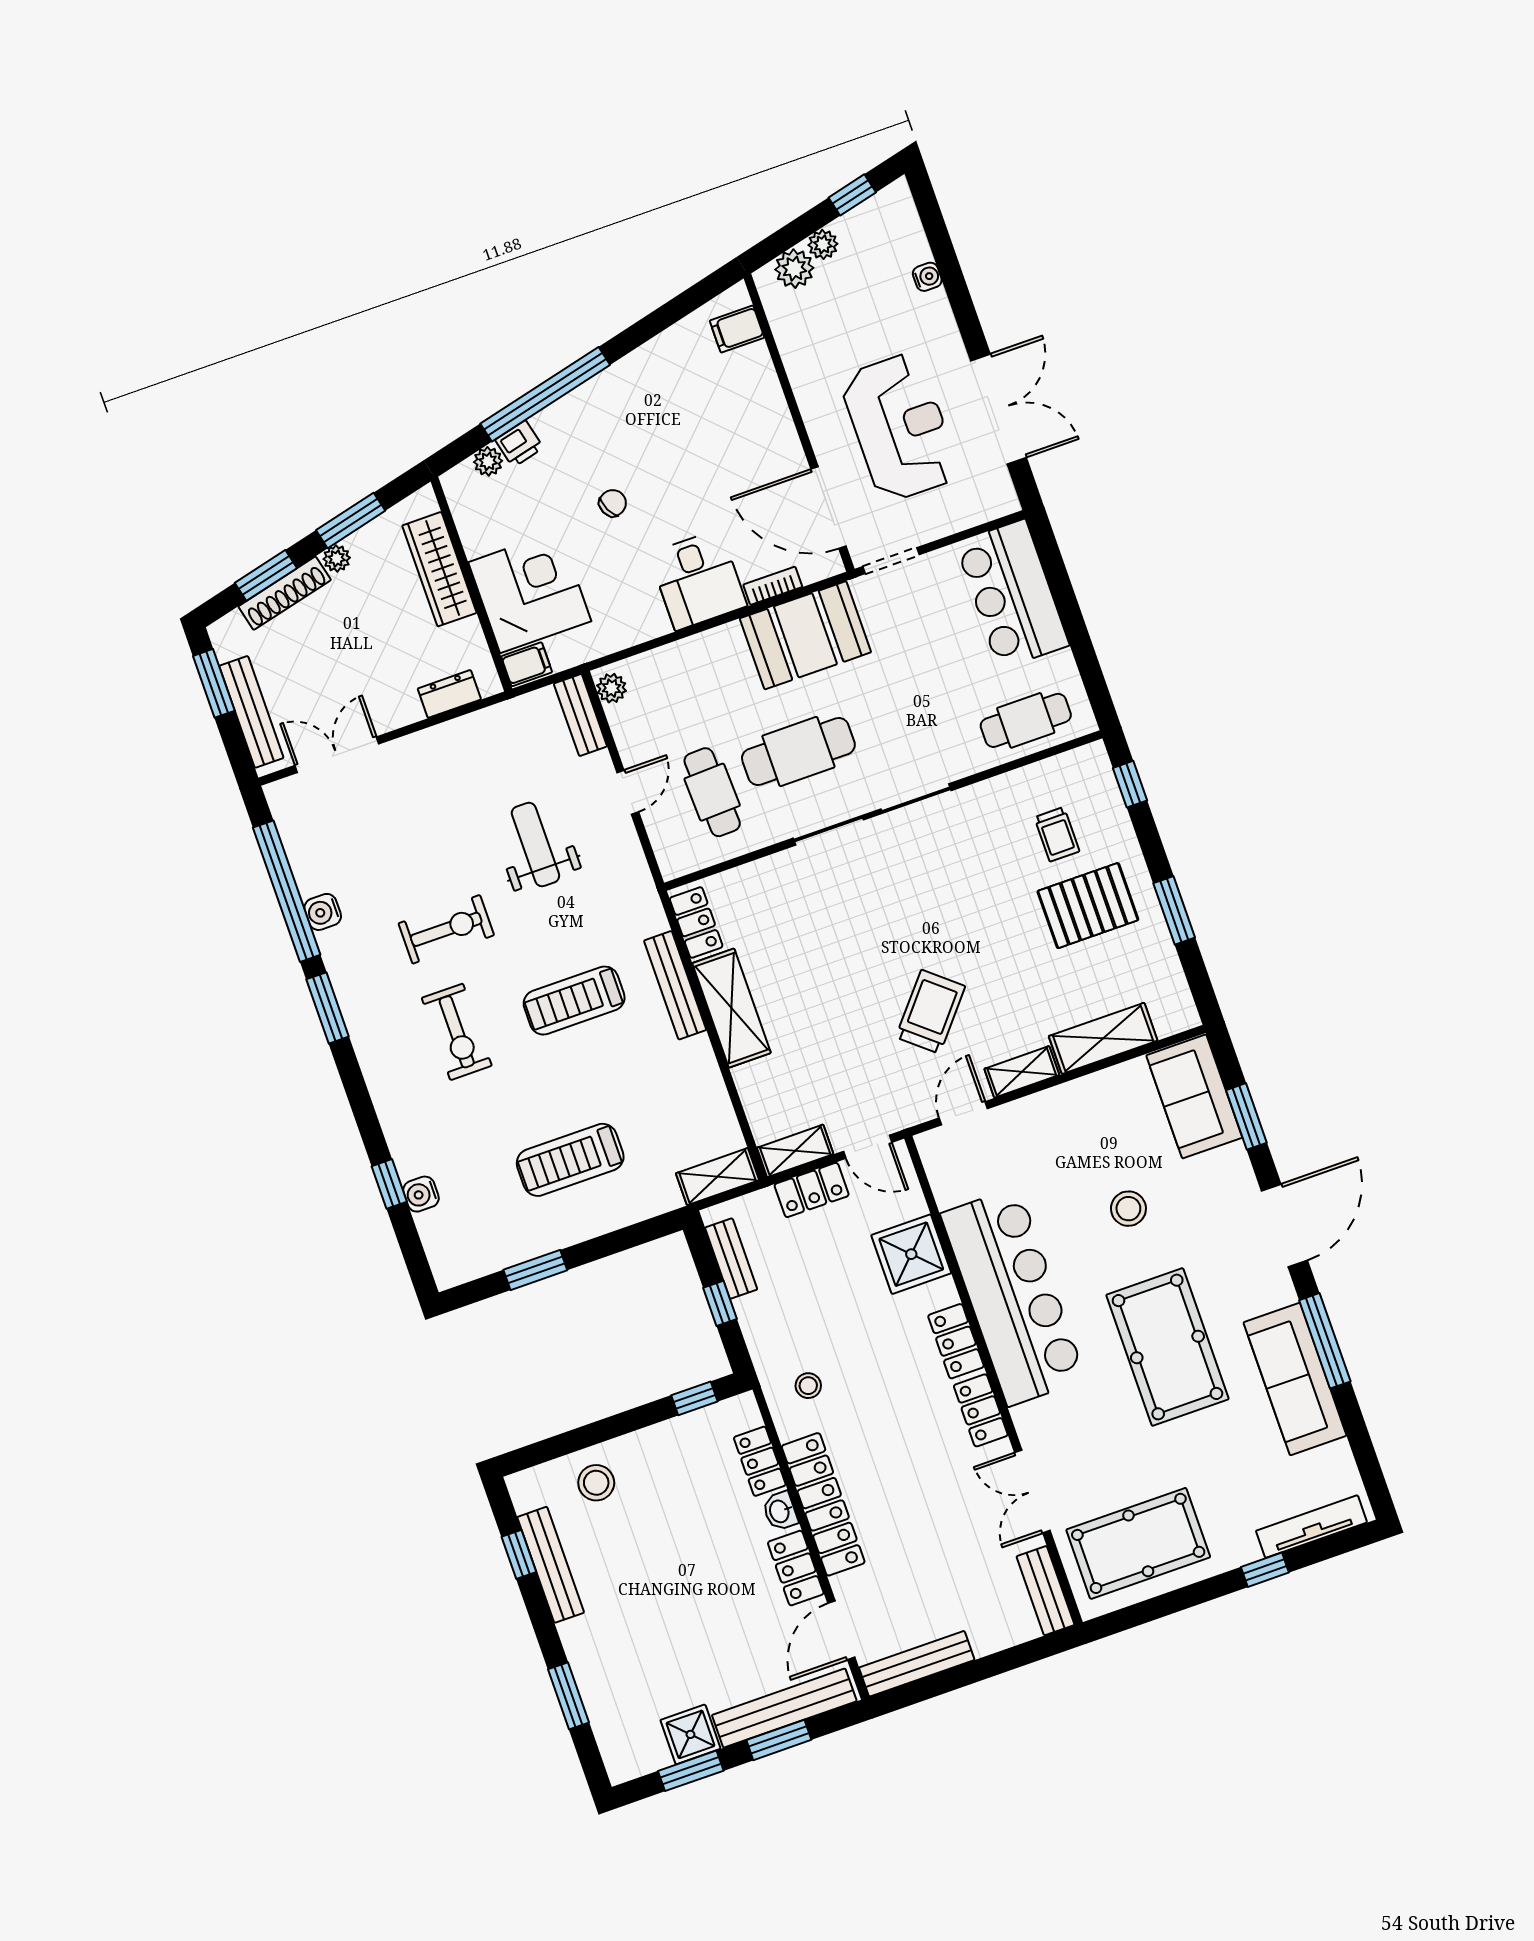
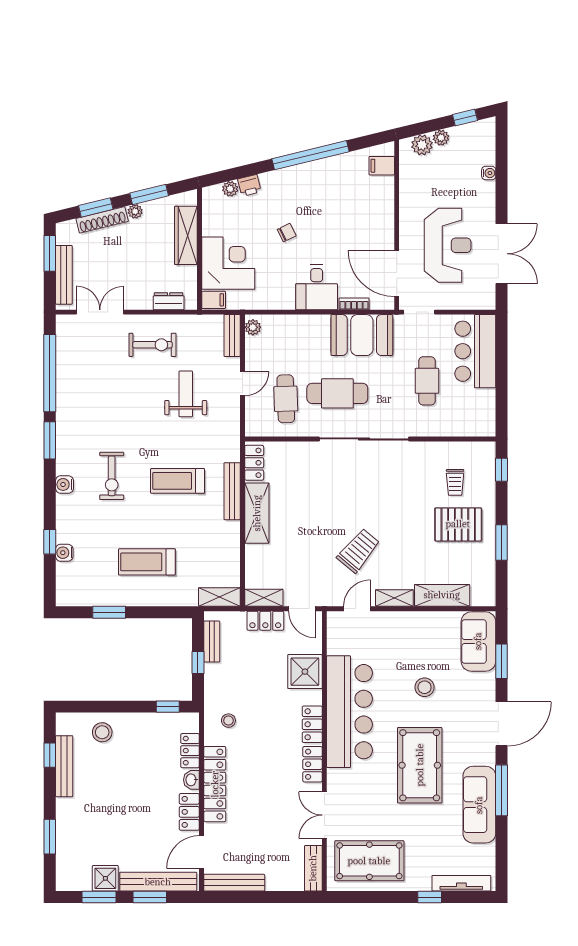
window: (545, 394) -> (310, 155), moved
cafe table: (1026, 720) -> (427, 381), moved, turned 90
water cooler: (323, 912) -> (64, 484), moved
exercise bike: (446, 929) -> (152, 345), moved

